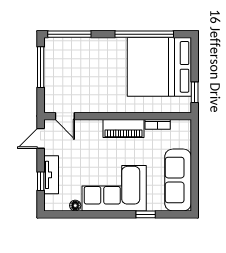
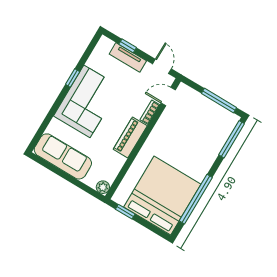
bookcase: (158, 124) -> (150, 112), moved
plant: (184, 126) -> (103, 187), added
floor lamp: (75, 206) -> (92, 62), removed
window: (146, 214) -> (73, 78), moved

